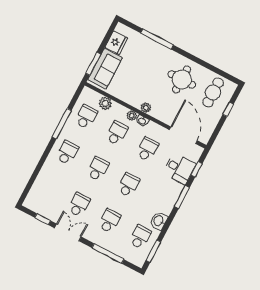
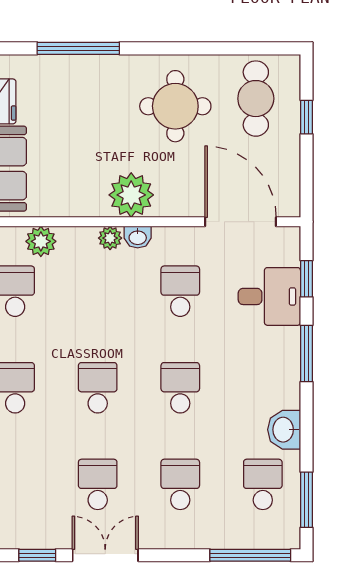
plant: (146, 108) -> (131, 195), width x1.88, depth x1.88
school desk: (117, 133) -> (98, 291), removed
window: (108, 254) -> (250, 555), moved

